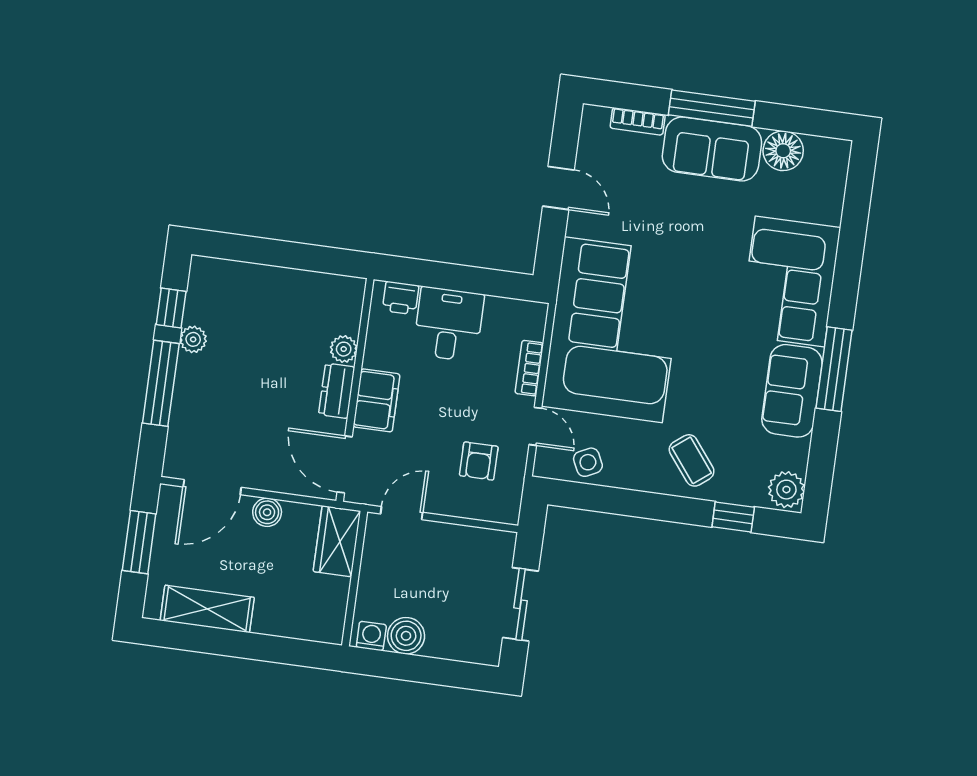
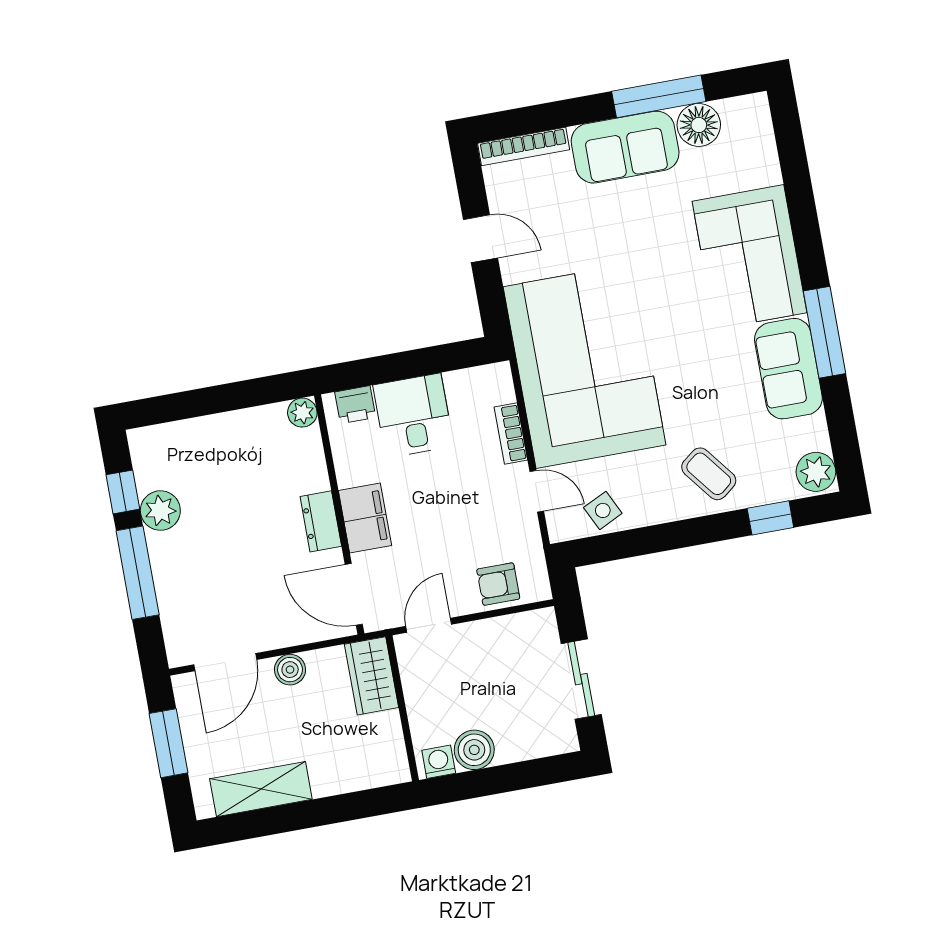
window: (712, 108) -> (659, 96), moved
bookcase: (638, 121) -> (524, 147), width x1.56
plant: (193, 339) -> (160, 511), width x1.38, depth x1.38
plant: (344, 349) -> (302, 413), moved
armchair: (479, 461) -> (498, 584), moved, turned 90

